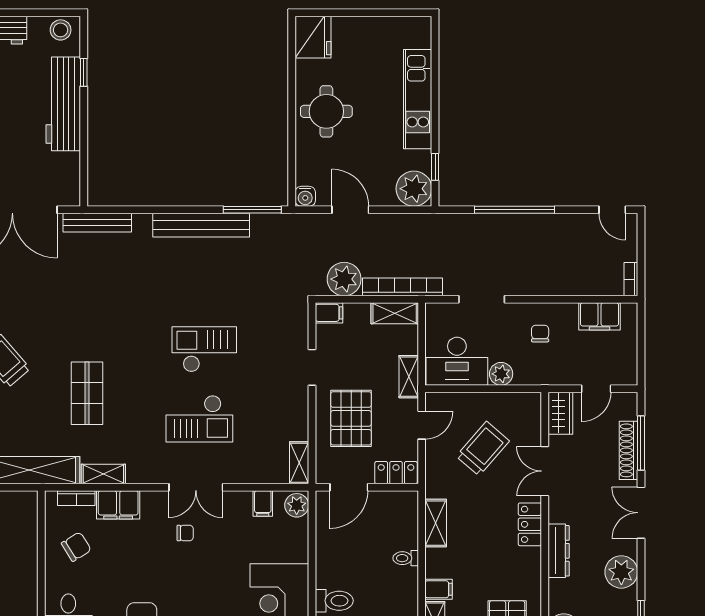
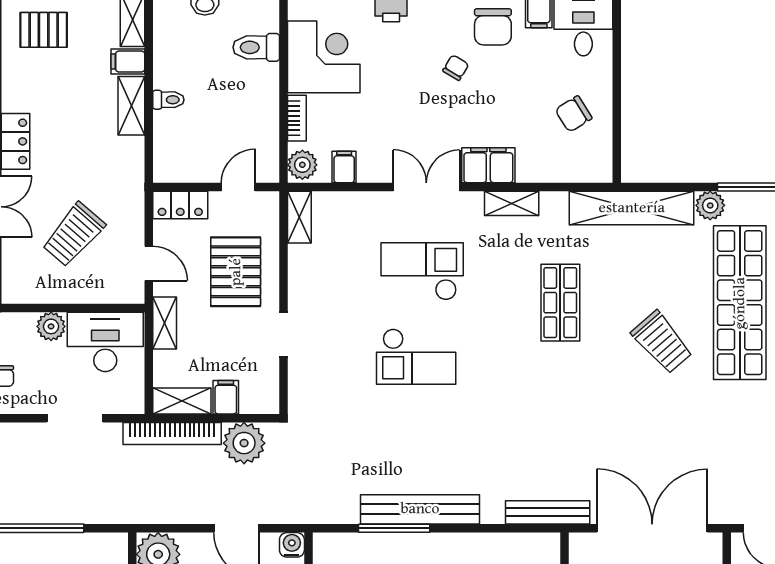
window: (252, 210) -> (394, 528), moved
filing cabinet: (329, 313) -> (226, 397), moved, turned 90
door: (422, 425) -> (149, 263), swing flipped
shelving: (103, 474) -> (512, 203), moved
door: (349, 487) -> (238, 187), width x0.73
bookcase: (76, 498) -> (297, 118), moved, turned 90
filing cabinet: (118, 505) -> (488, 165), moved
shelving: (436, 523) -> (131, 106), moved
chair: (185, 533) -> (456, 68), moved, turned 121

